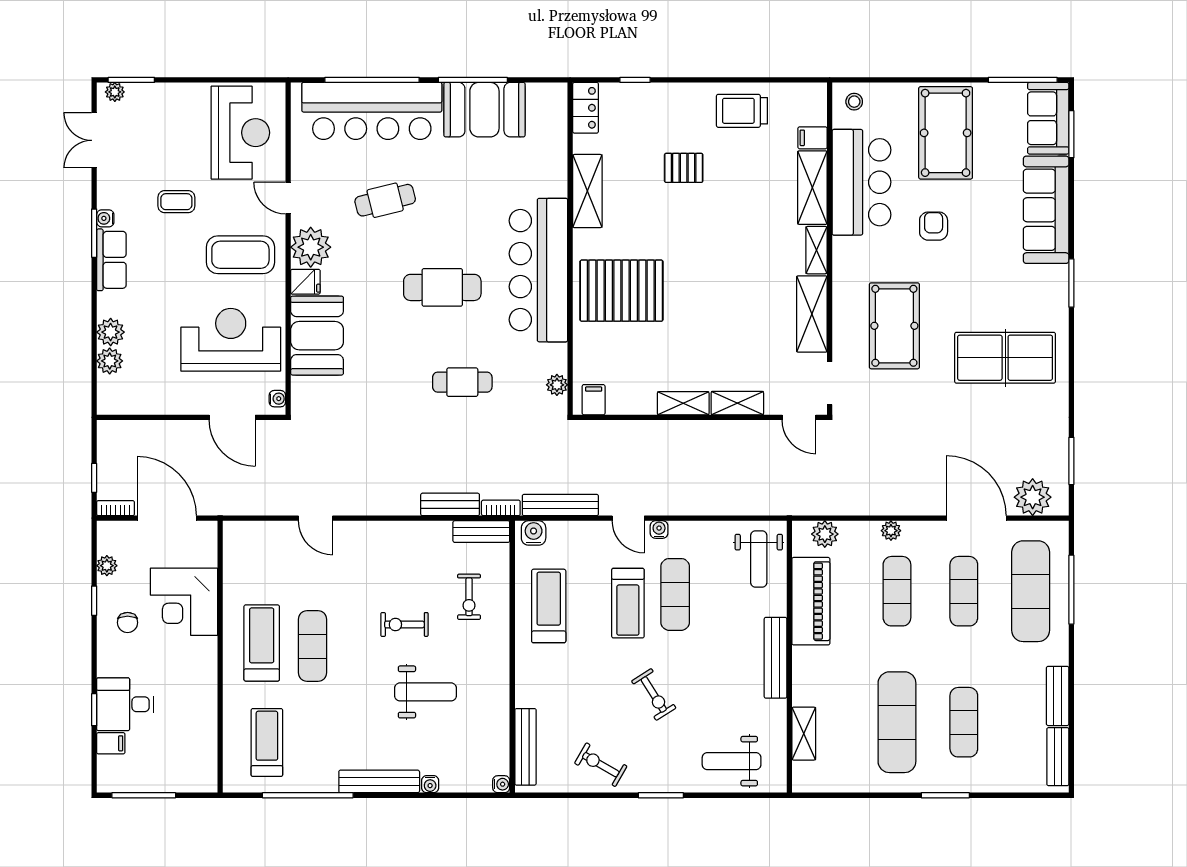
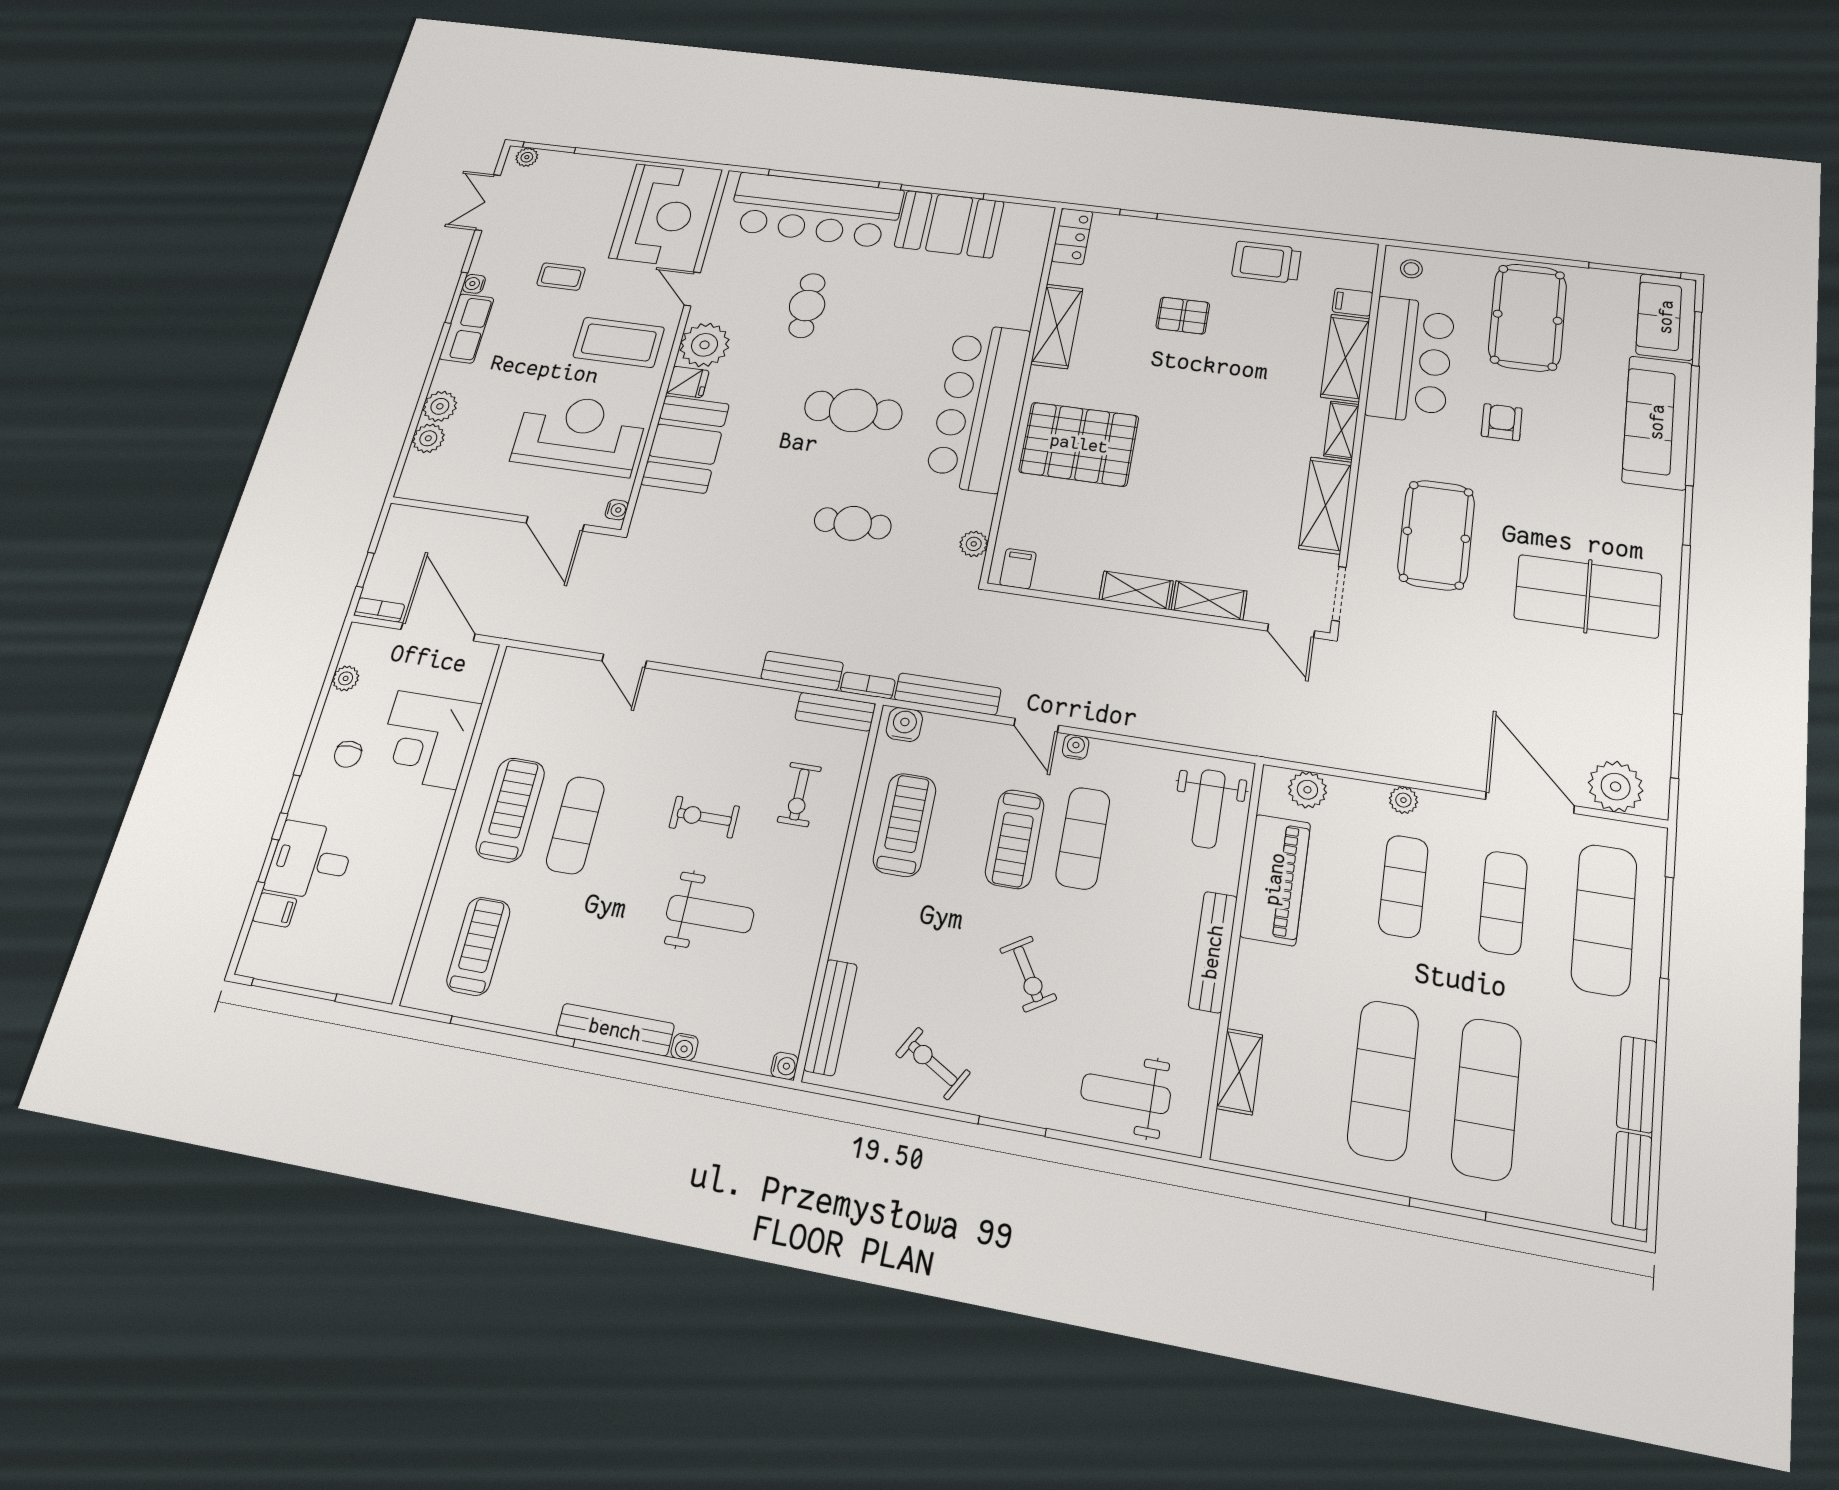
cafe table: (385, 200) -> (807, 305), turned -76
window: (94, 601) -> (290, 794), moved
exercise mat: (964, 722) -> (1487, 1099), width x1.36, depth x1.45

